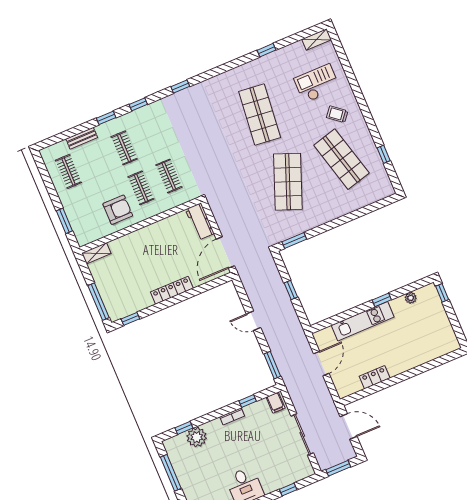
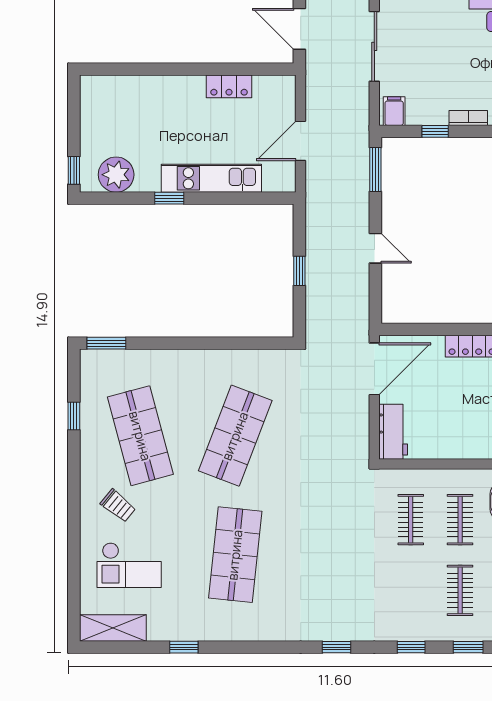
shelving: (317, 39) -> (113, 628), width x1.50, depth x1.33
window: (294, 240) -> (106, 343), moved
plant: (411, 298) -> (116, 175), width x1.87, depth x1.87

